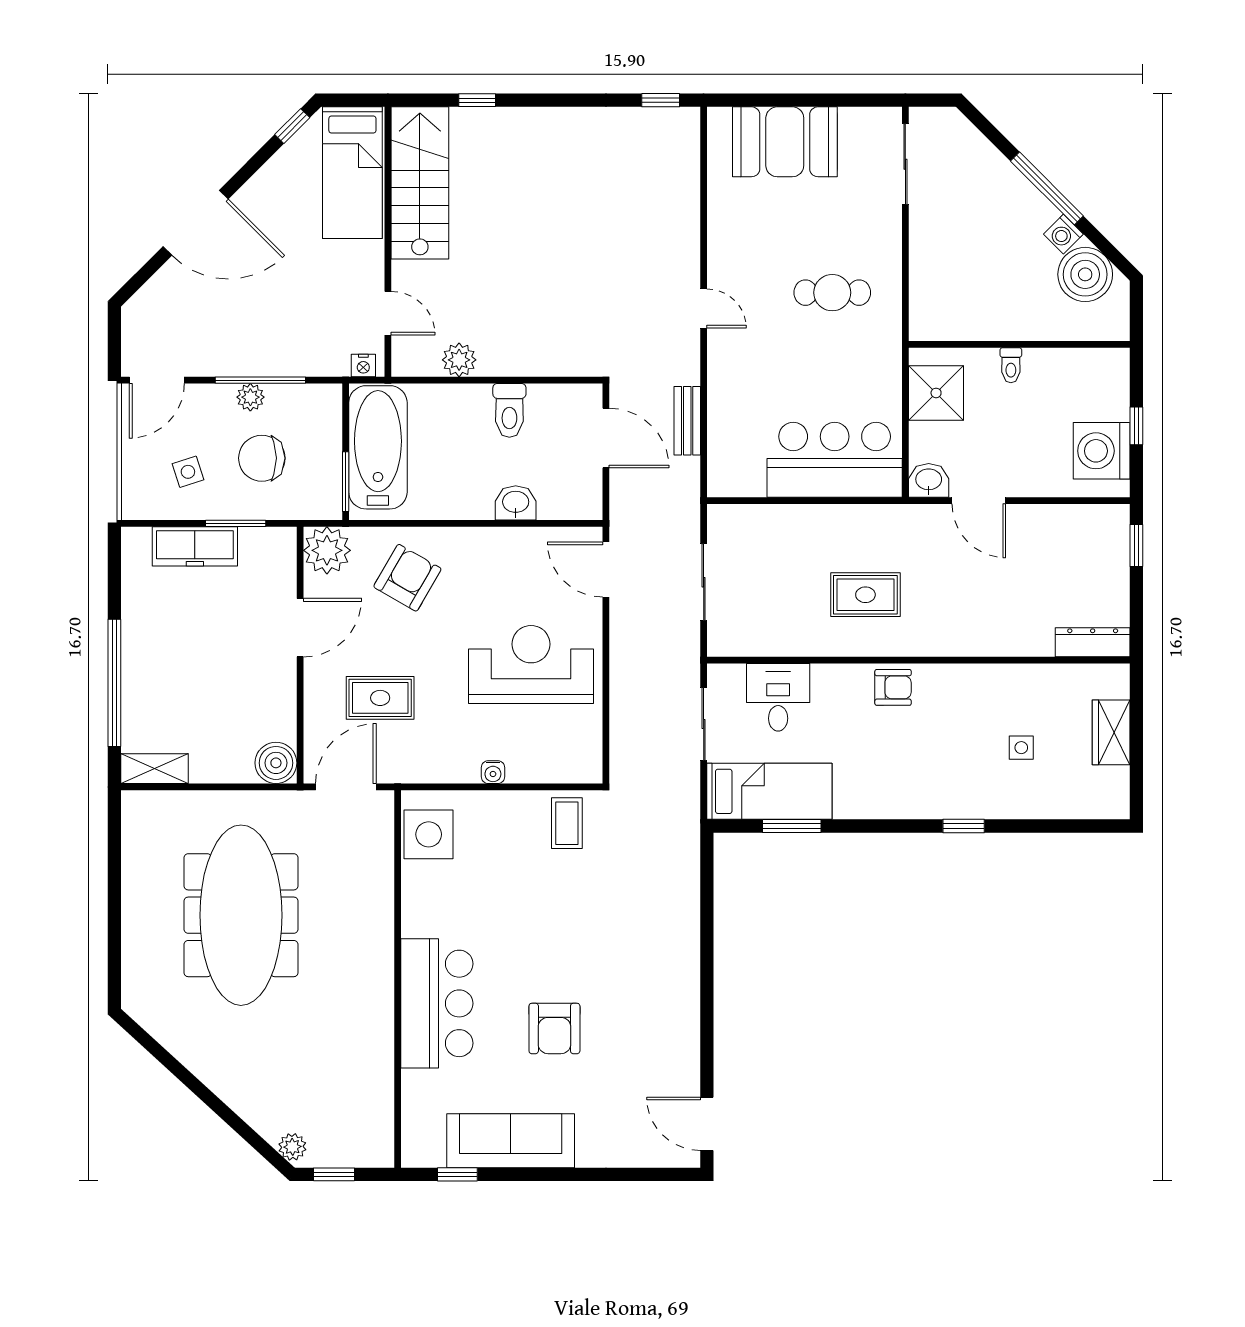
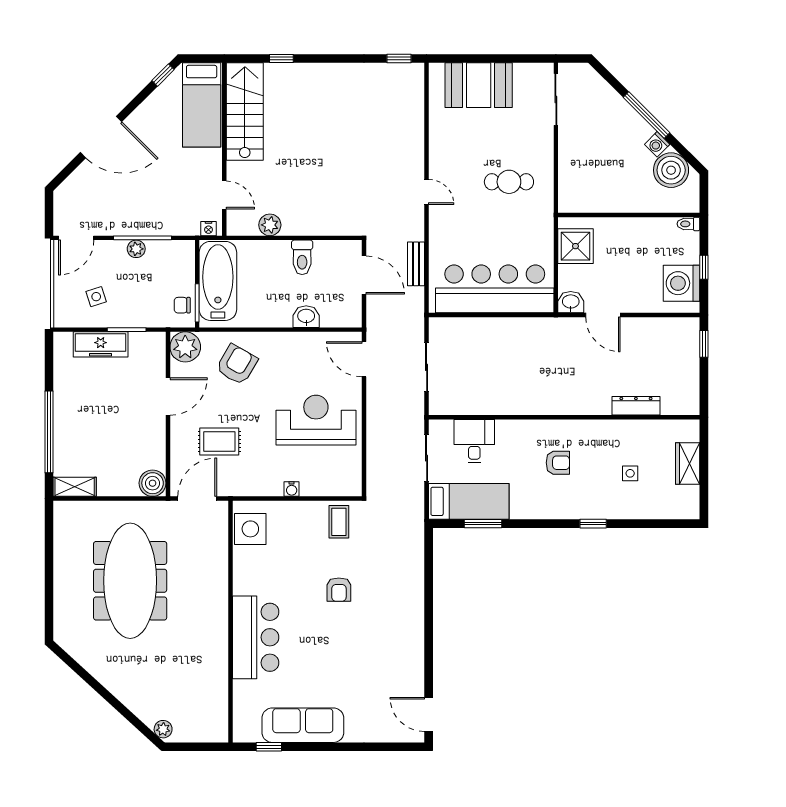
toilet: (1011, 365) -> (688, 224), moved, turned 90
chair: (262, 458) -> (182, 305), moved, width x0.54, depth x0.54
bar counter: (835, 460) -> (495, 289), width x1.36
rug: (865, 595) -> (530, 375), removed
dresser: (1093, 642) -> (636, 406), moved
armchair: (893, 687) -> (558, 463), moved
armchair: (554, 1028) -> (339, 590), moved, width x0.72, depth x0.72
window: (334, 1174) -> (190, 747), removed

